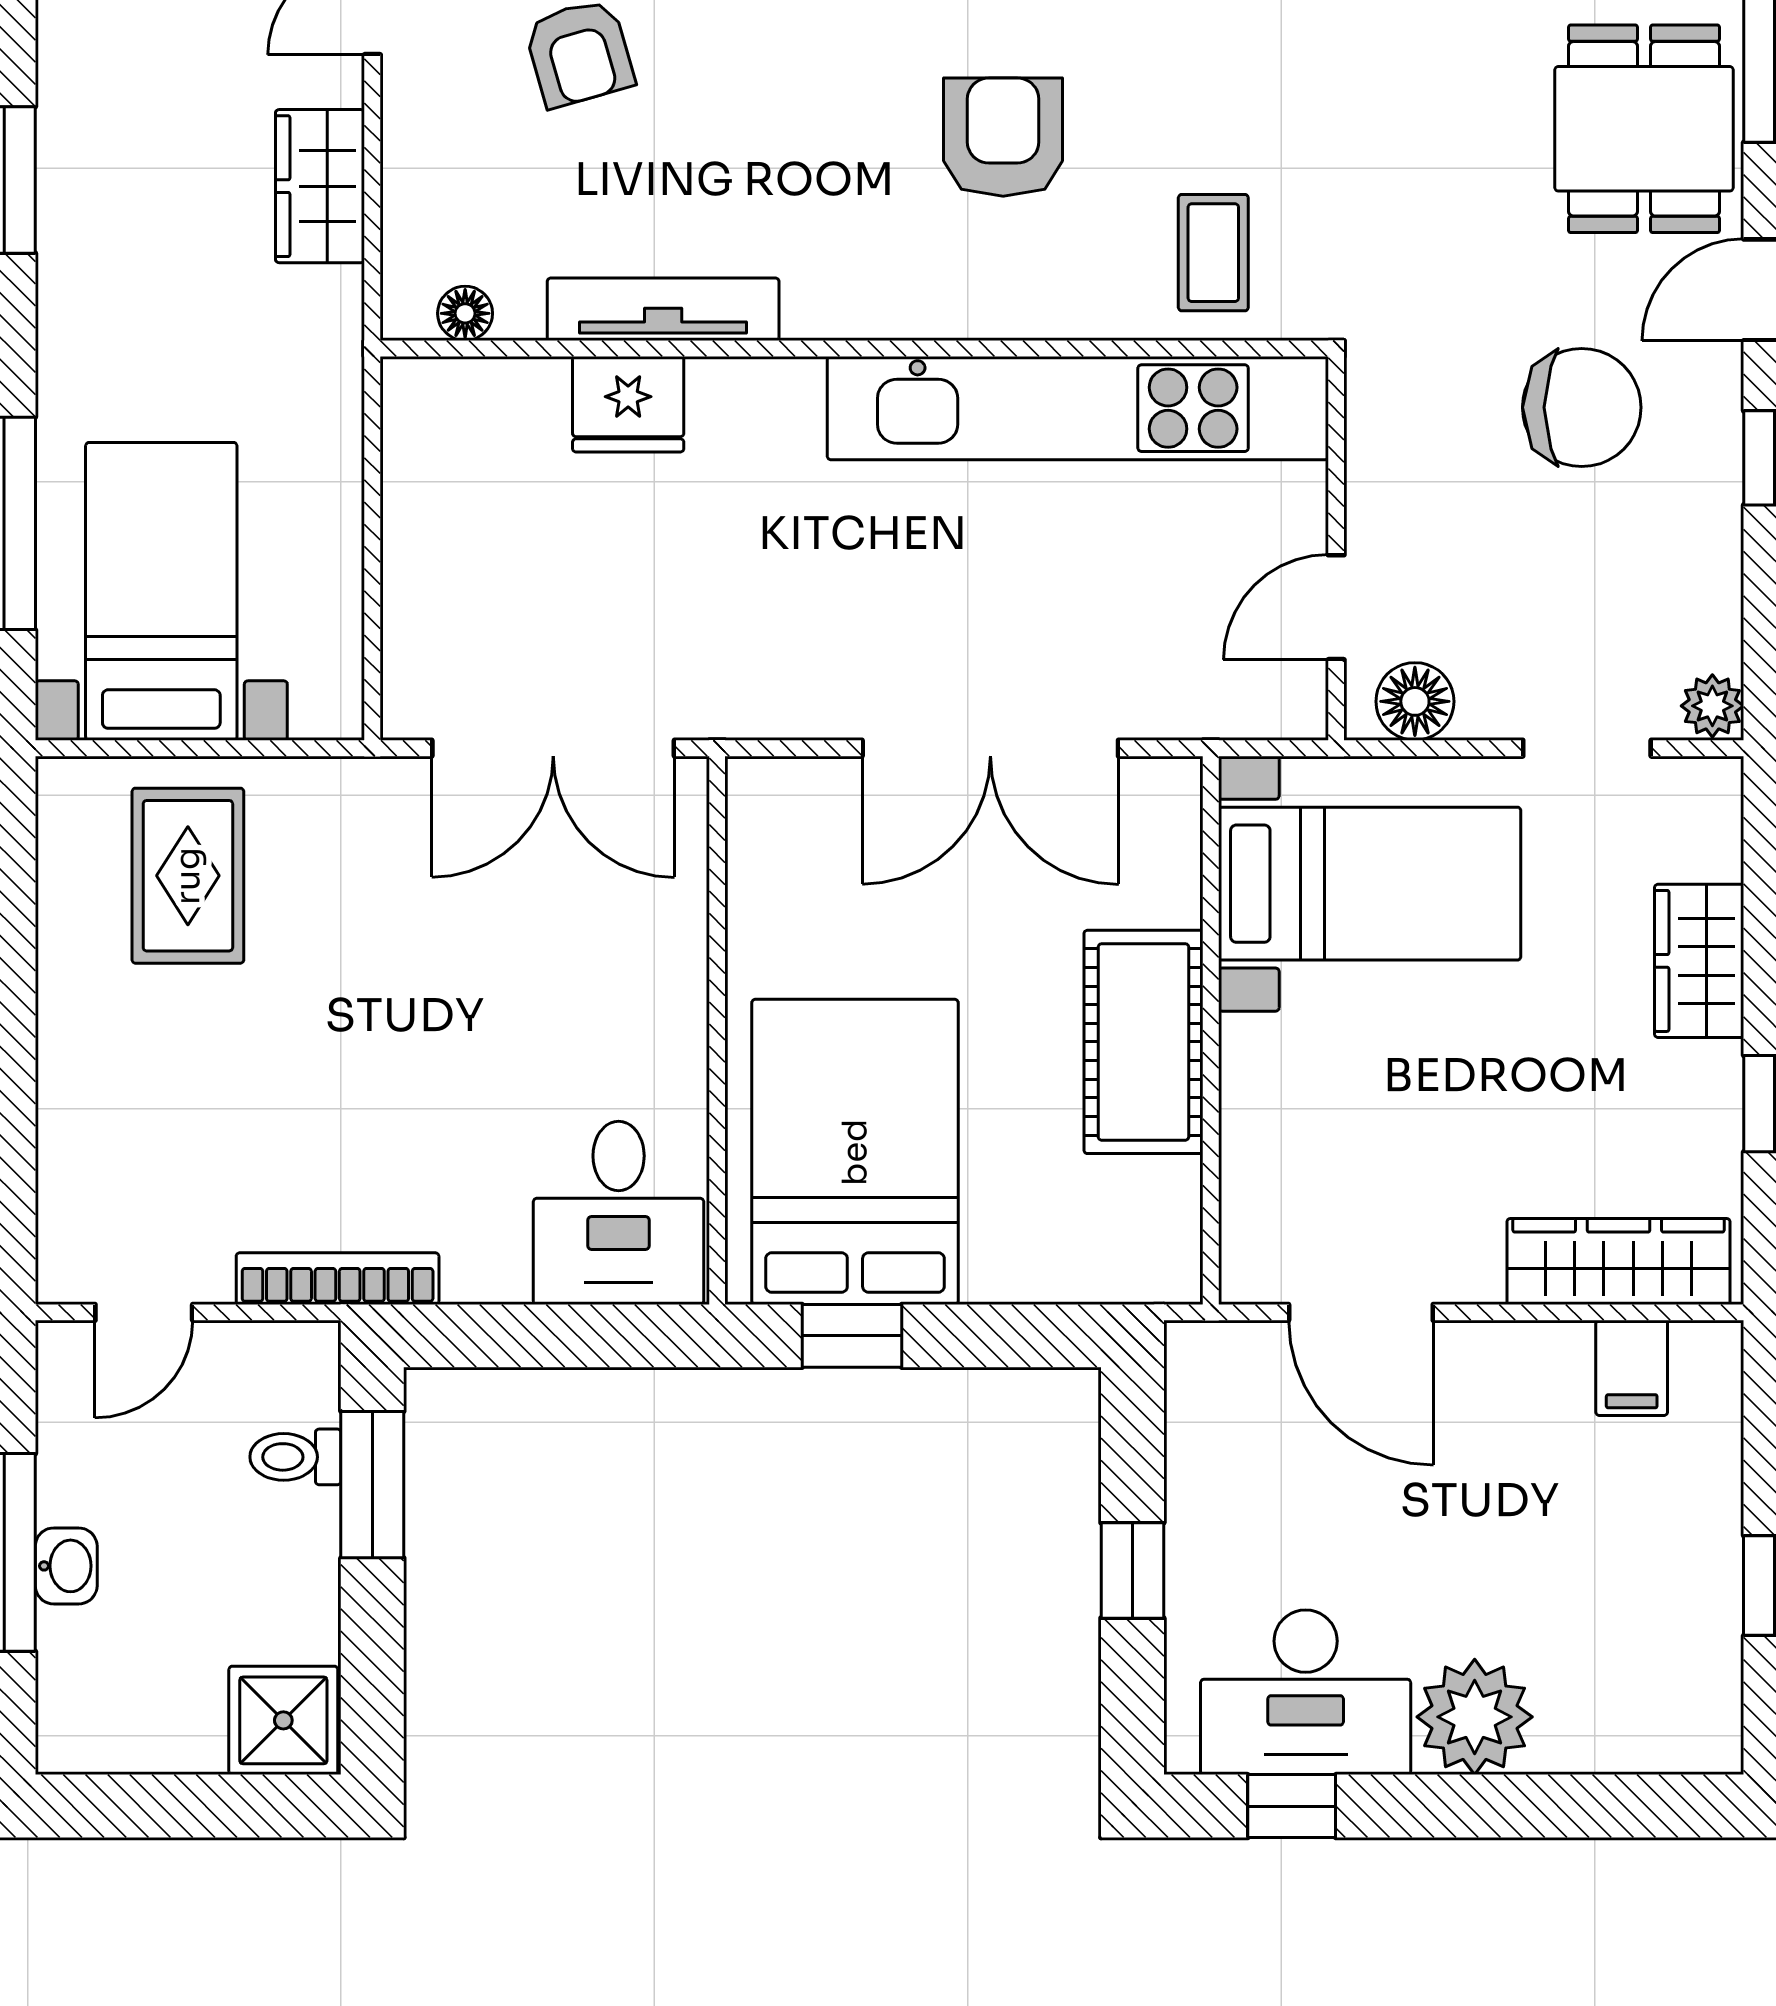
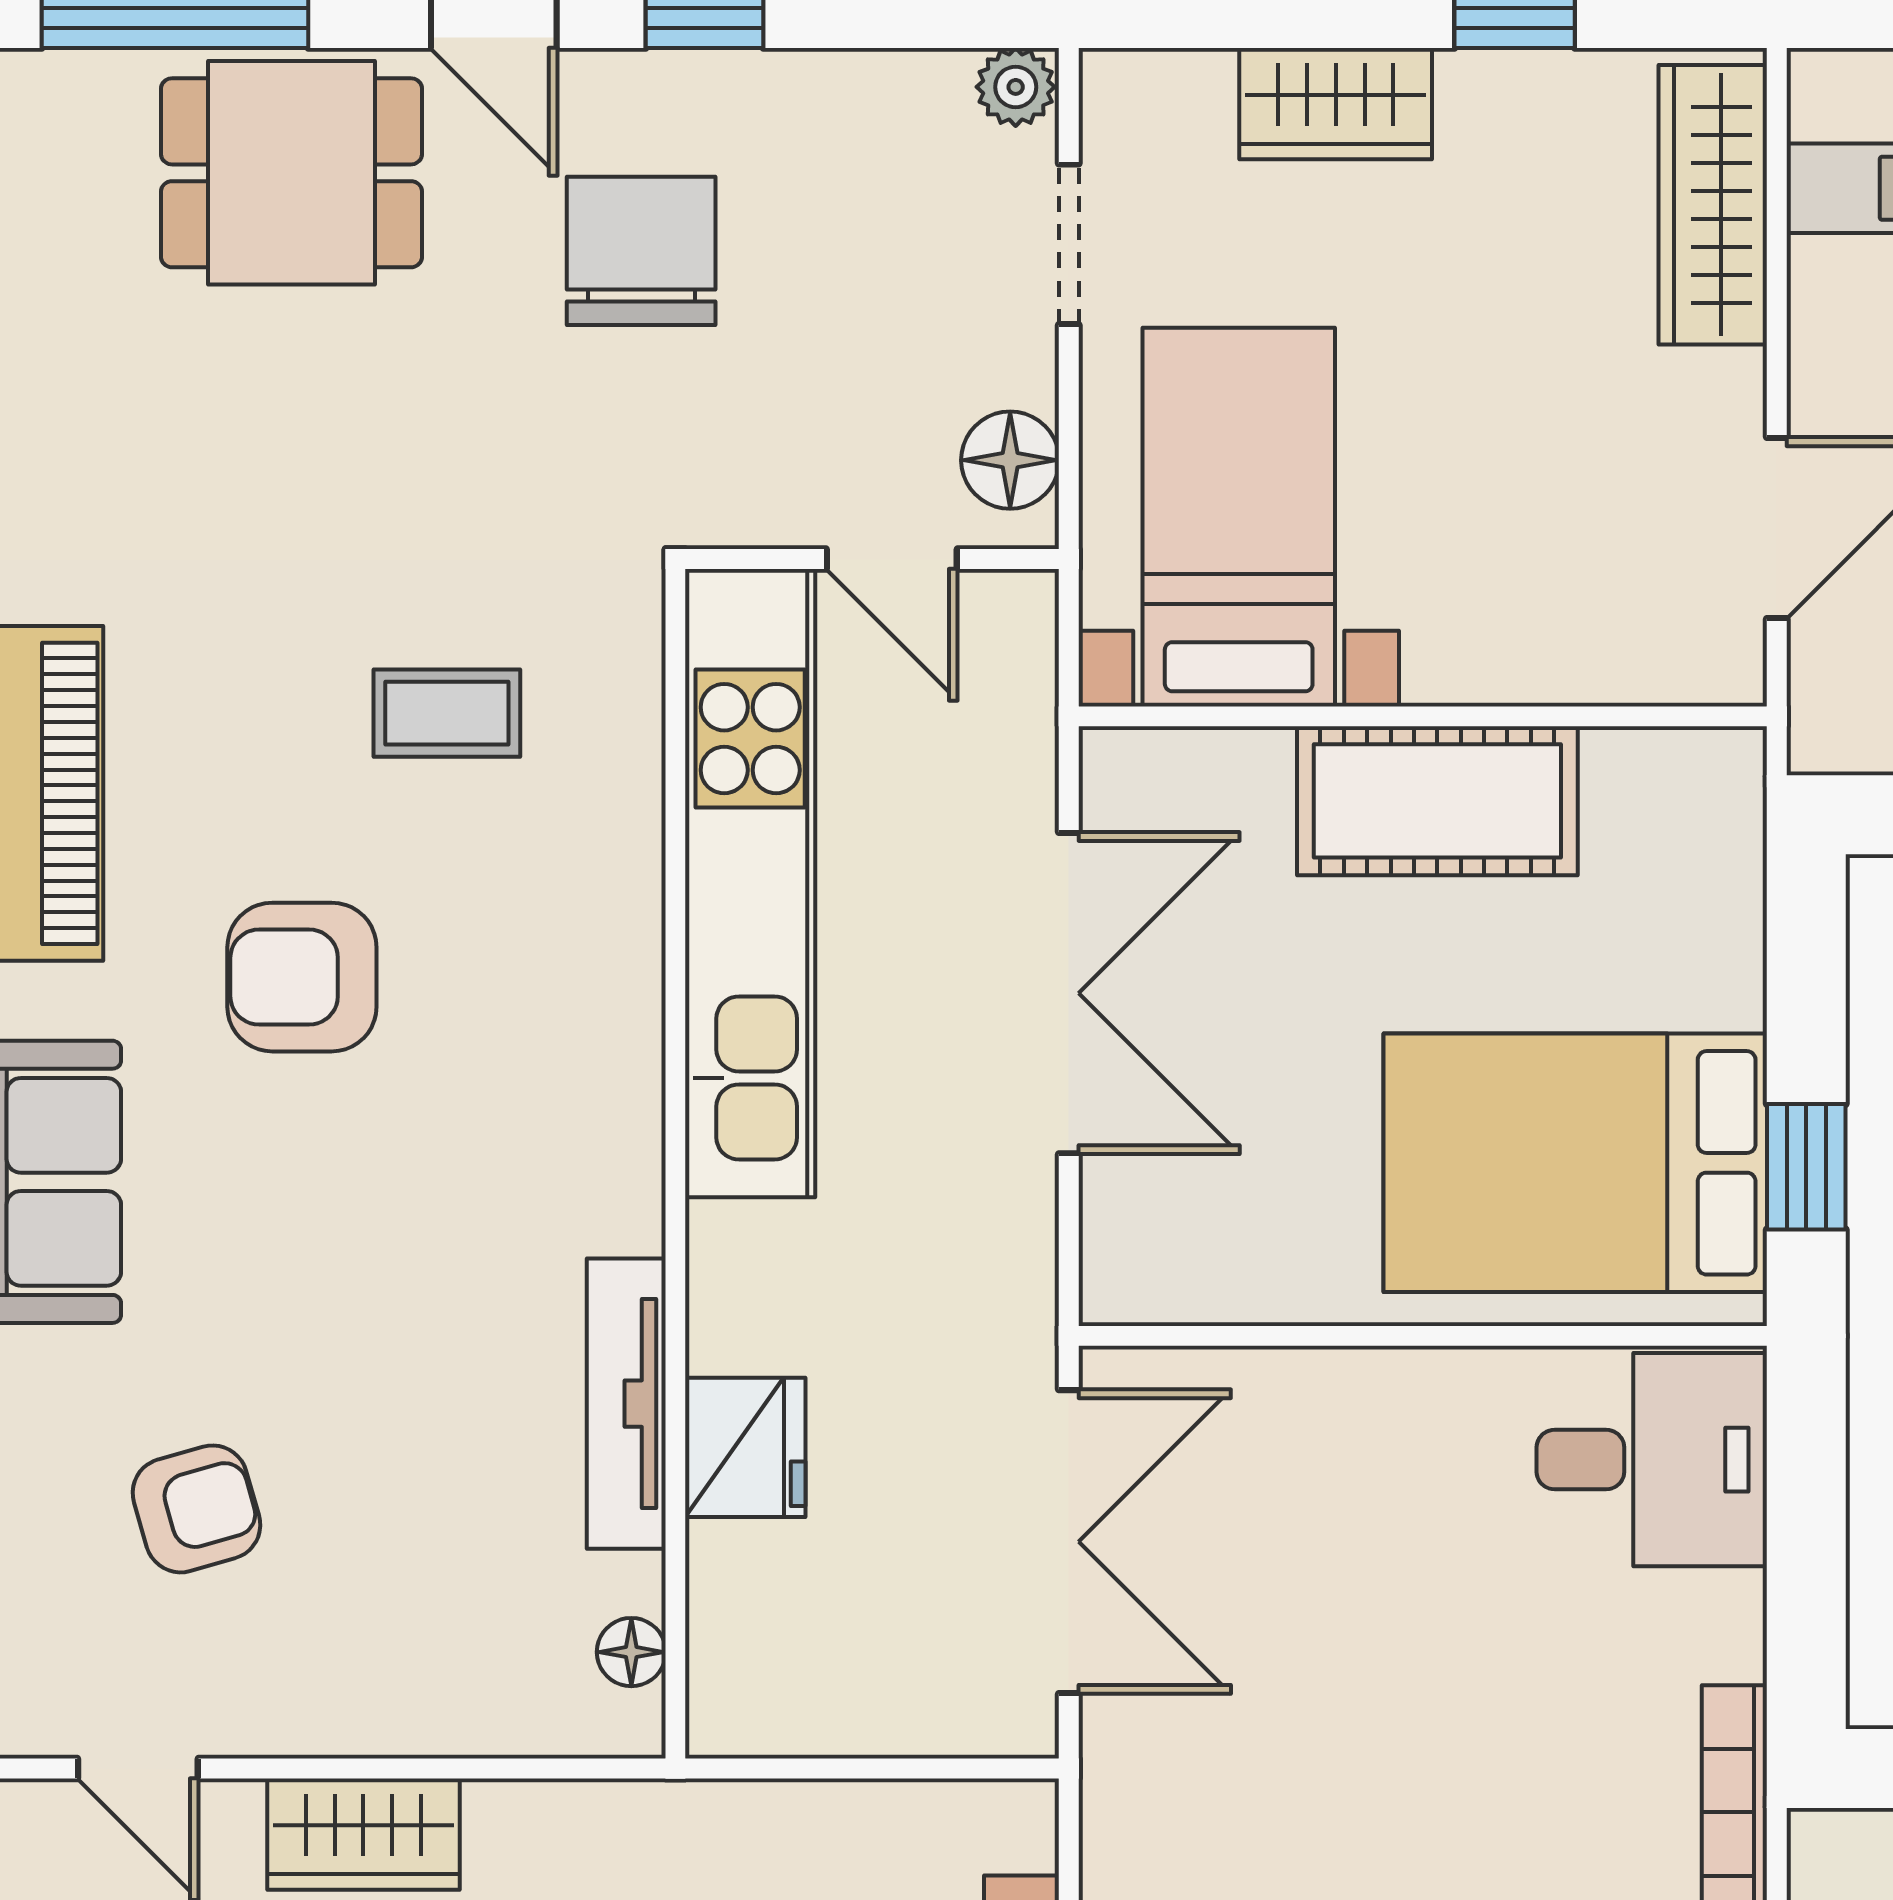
tv unit: (663, 309) -> (626, 1404), moved
floor lamp: (465, 313) -> (631, 1652), moved
wall: (854, 349) -> (675, 1164), moved
fridge: (628, 404) -> (745, 1447), moved
kitchen unit: (1078, 408) -> (750, 883), moved

